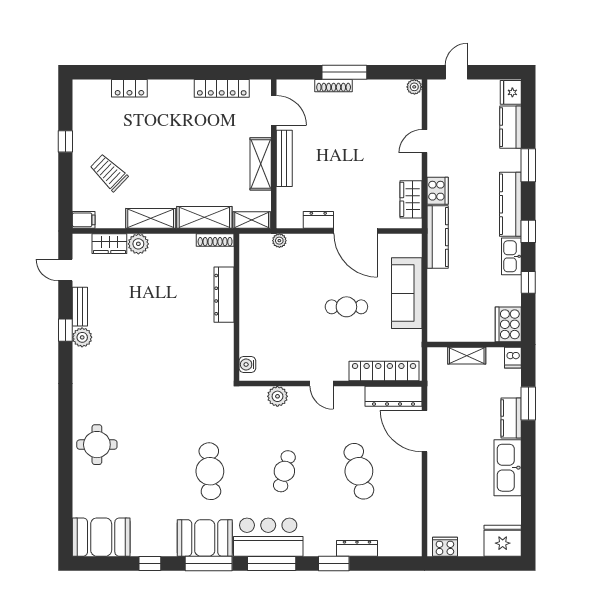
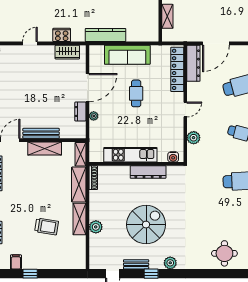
door: (424, 141) -> (30, 43), swing flipped
trolley: (109, 173) -> (47, 226), moved, turned -125
filing cabinet: (84, 220) -> (16, 262), moved
kitchen counter: (438, 237) -> (106, 35), moved
plant: (279, 241) -> (94, 116), moved
wardrobe: (109, 244) -> (96, 245), removed
dresser: (224, 295) -> (148, 172), moved
kitchen unit: (251, 298) -> (130, 155), added
spiral stairs: (142, 322) -> (146, 225), added
plant: (82, 337) -> (170, 263), moved

